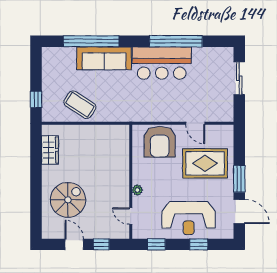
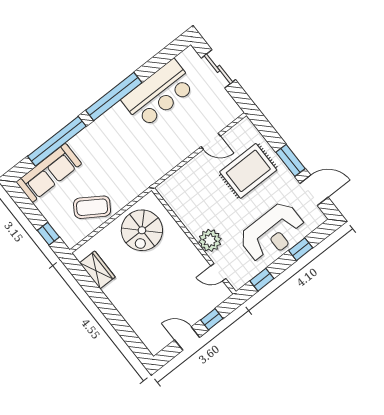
window: (176, 41) -> (114, 97), moved
sofa: (104, 58) -> (49, 173), moved
bar counter: (162, 63) -> (159, 93), moved
armchair: (160, 142) -> (191, 184), removed
plant: (137, 190) -> (210, 240), width x1.87, depth x1.87
spiral stairs: (68, 200) -> (142, 230), moved, turned 180

